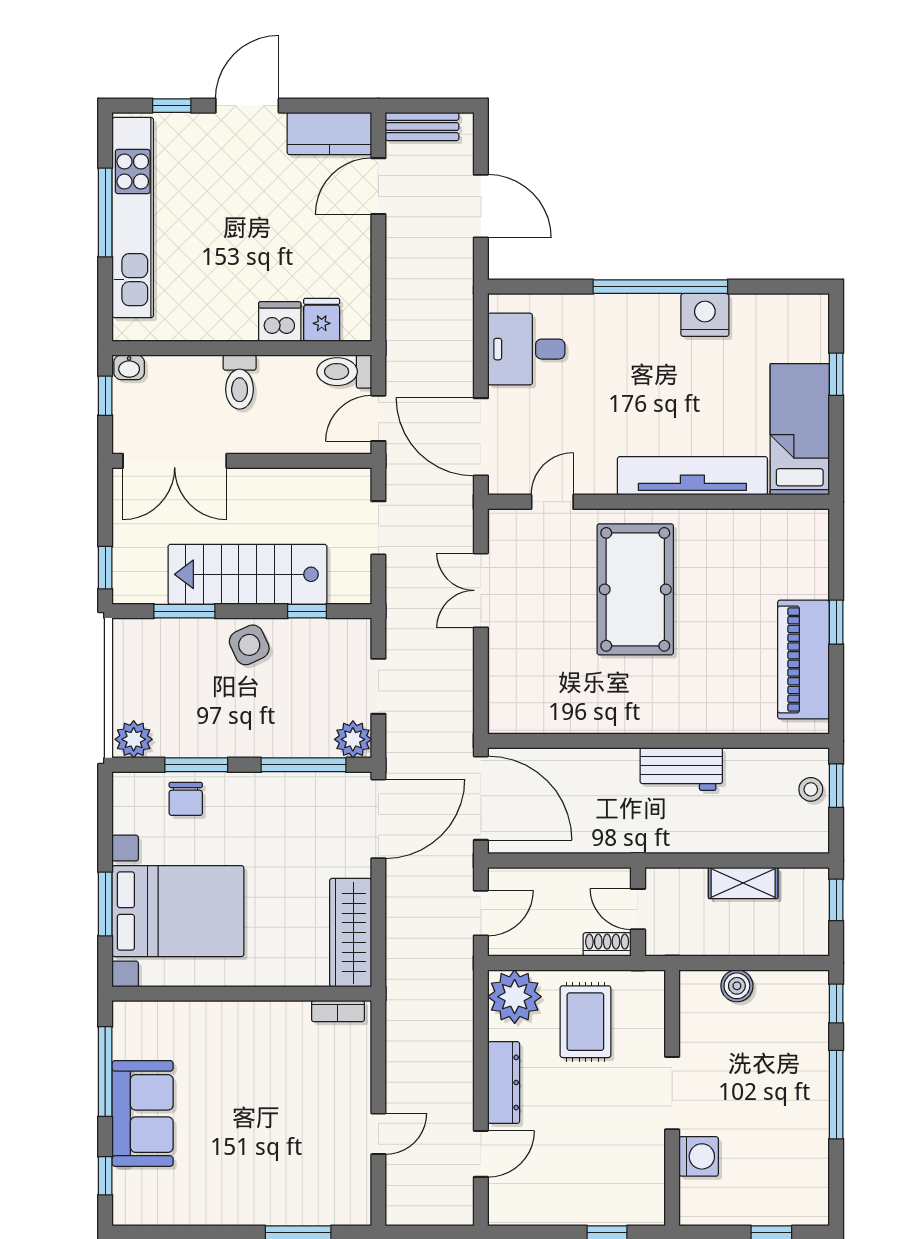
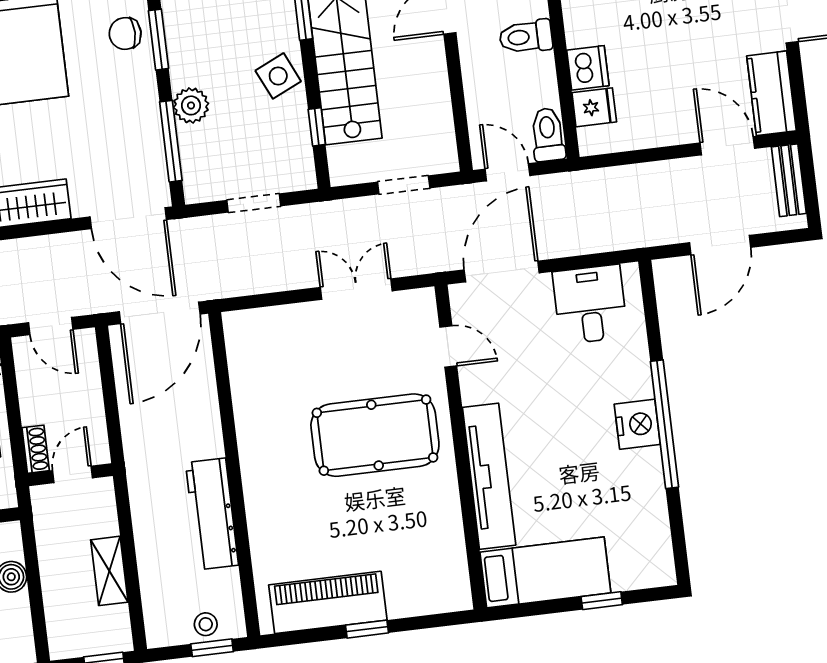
nightstand: (705, 315) -> (637, 424), moved
plant: (353, 739) -> (191, 105), moved
workbench: (681, 769) -> (212, 514), width x1.38

